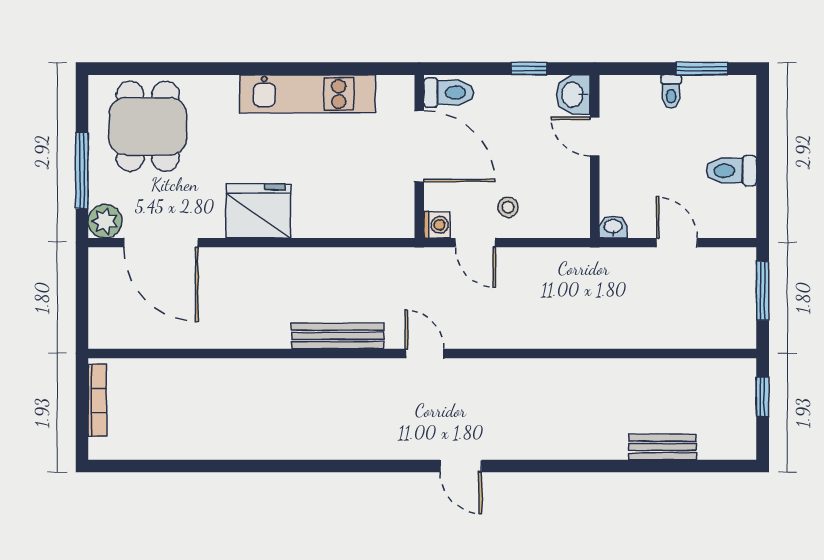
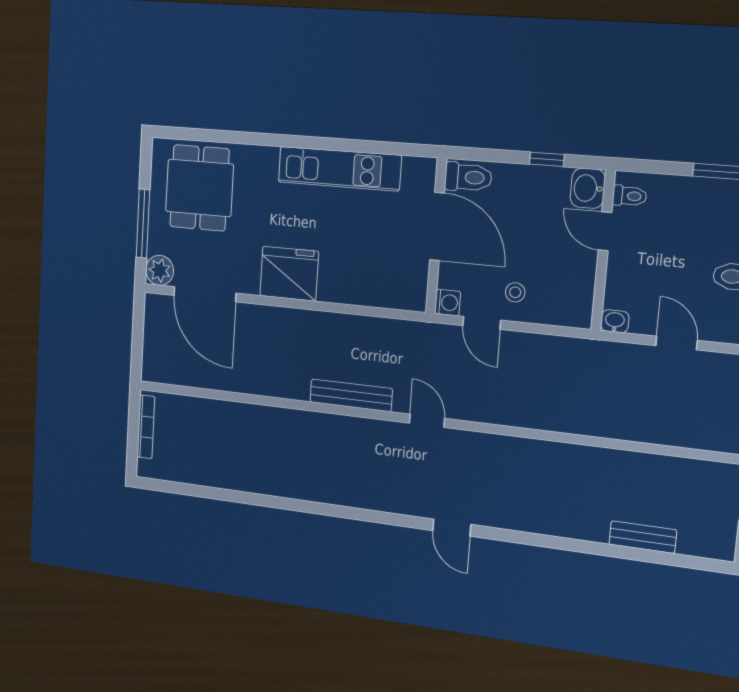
toilet: (671, 91) -> (630, 196), moved, turned -90

